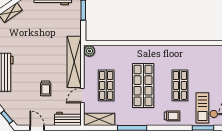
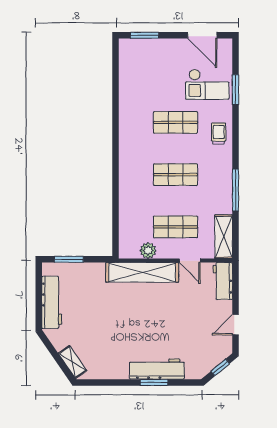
plant: (89, 51) -> (148, 251), moved
shop shelf: (143, 85) -> (175, 175), width x0.70, depth x0.74
trolley: (46, 88) -> (180, 312), removed

